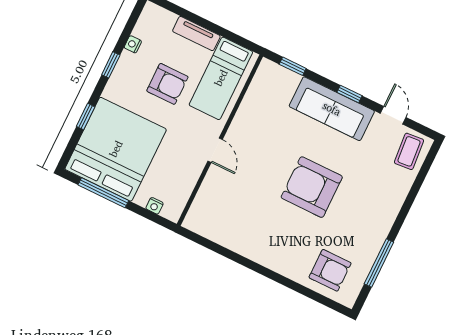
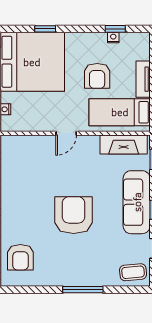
window: (111, 65) -> (115, 29), moved
fireplace: (260, 92) -> (124, 145), added
window: (379, 263) -> (83, 290), moved

